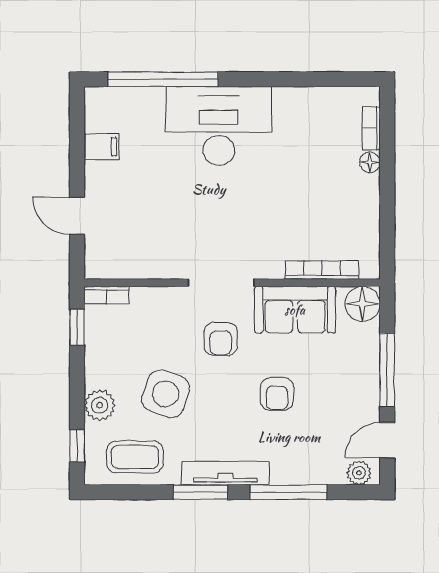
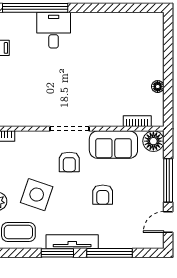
desk: (219, 126) -> (54, 30), width x0.53, depth x0.77
bookcase: (371, 128) -> (159, 37), removed
floor lamp: (370, 162) -> (158, 87), moved
bookcase: (322, 270) -> (137, 121), width x0.64
plant: (359, 473) -> (151, 241), removed

